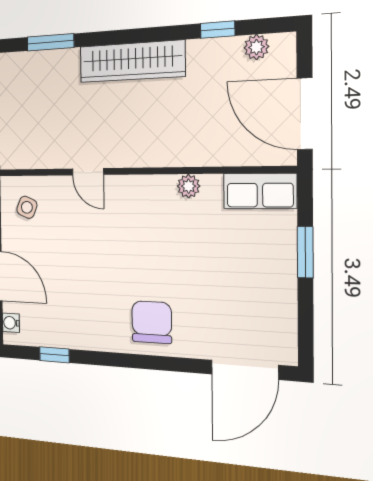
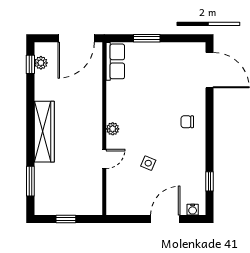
window: (218, 30) -> (30, 64), moved
plant: (189, 186) -> (113, 129), moved
side table: (27, 207) -> (148, 163), moved
chair: (152, 322) -> (187, 122), width x0.54, depth x0.54

